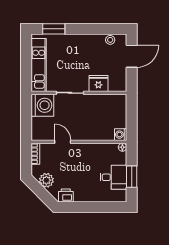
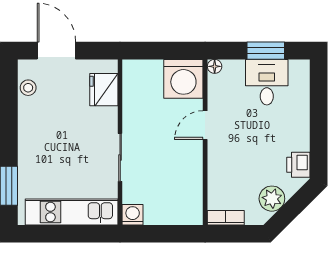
fridge: (98, 83) -> (104, 90), moved
washing machine: (42, 105) -> (133, 215), width x0.53, depth x0.53
washing machine: (121, 135) -> (183, 79), width x1.89, depth x1.89
door: (63, 142) -> (205, 125), moved

